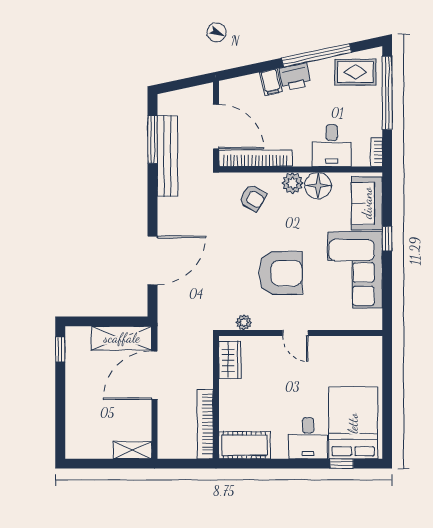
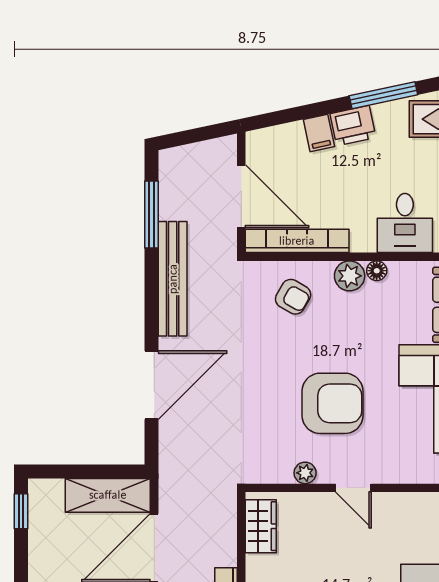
window: (317, 55) -> (383, 95), width x0.68
bench: (167, 156) -> (173, 279), moved
floor lamp: (318, 186) -> (377, 271), width x0.53, depth x0.53
plant: (244, 322) -> (305, 473), moved

